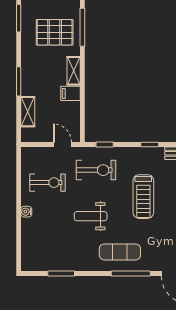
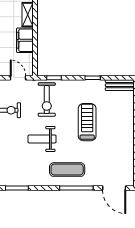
filing cabinet: (70, 93) -> (25, 40), width x2.00
exercise bike: (96, 170) -> (47, 100), turned 90
treadmill: (143, 197) -> (87, 122), turned 180

